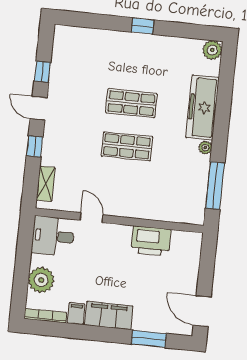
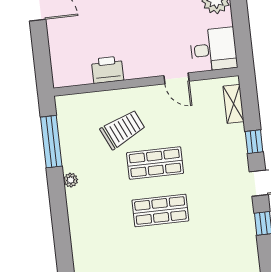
freezer: (202, 108) -> (83, 222), removed
trolley: (149, 183) -> (123, 129), added
printer: (151, 241) -> (108, 70), width x0.73, depth x0.84

